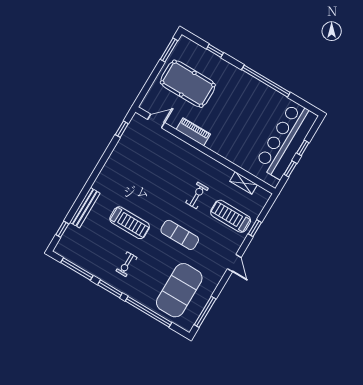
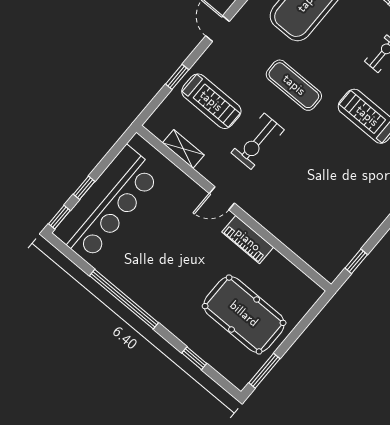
door: (156, 121) -> (222, 198), moved
window: (290, 169) -> (59, 217), moved
exercise bike: (197, 195) -> (258, 141), width x1.38, depth x1.39

